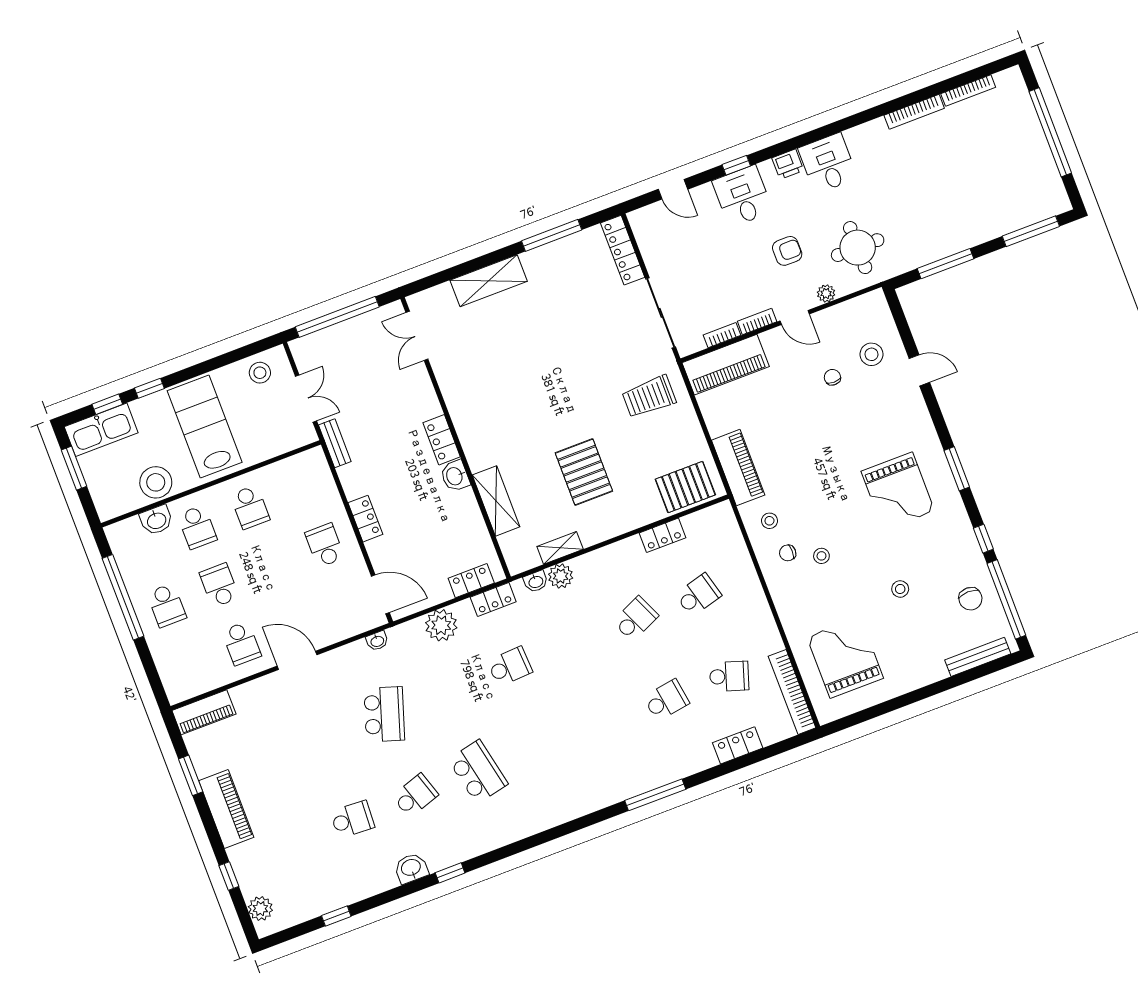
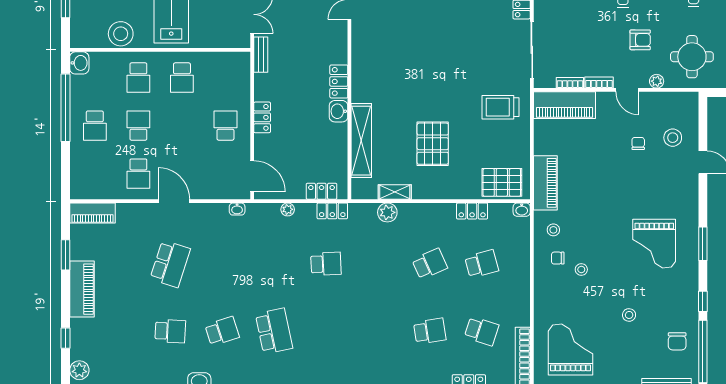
shelving: (496, 501) -> (361, 141), width x1.47
washbasin: (156, 520) -> (79, 63), moved, turned -90
washbasin: (536, 582) -> (522, 210), moved
plant: (441, 625) -> (288, 209), width x0.53, depth x0.53
school desk: (384, 714) -> (170, 264), moved

